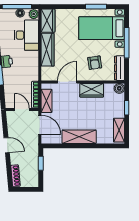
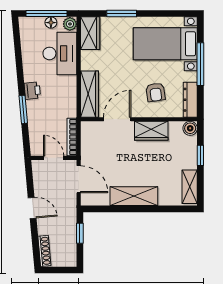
window: (96, 7) -> (122, 14), moved
wardrobe: (48, 50) -> (90, 94), moved
shelving: (47, 101) -> (88, 146), removed

